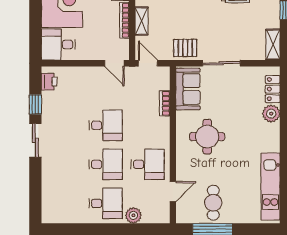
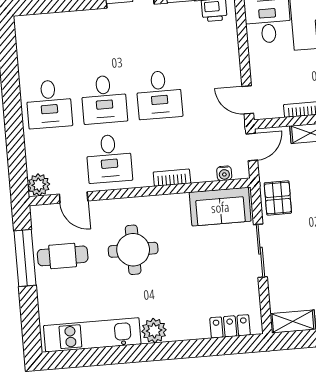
door: (114, 63) -> (248, 100), hinge flipped
water cooler: (165, 84) -> (224, 173), added
bookcase: (165, 103) -> (172, 178), moved
plant: (271, 114) -> (154, 331), moved
round table: (207, 137) -> (133, 250), moved
plant: (133, 215) -> (39, 185), moved

